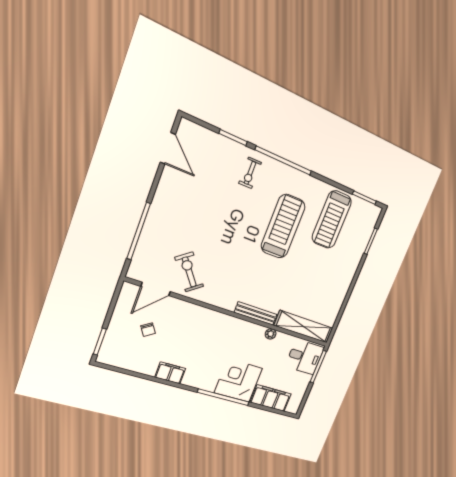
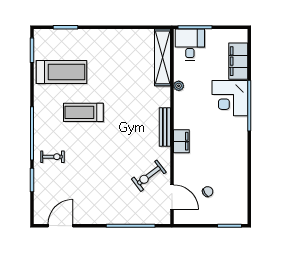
treadmill: (283, 226) -> (83, 112), width x0.73, depth x0.73
bench: (256, 313) -> (165, 127), moved
filing cabinet: (170, 373) -> (181, 141), moved, turned 180

